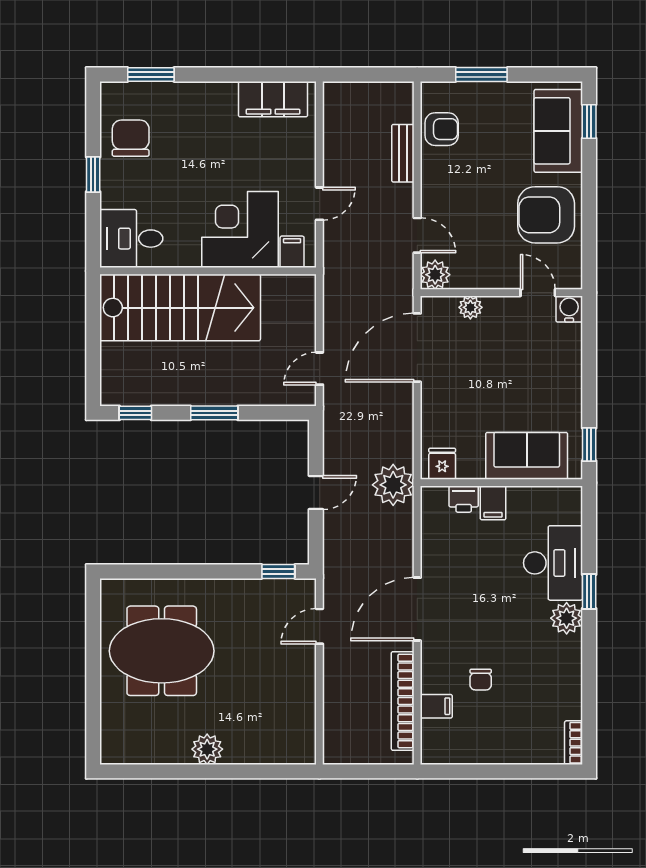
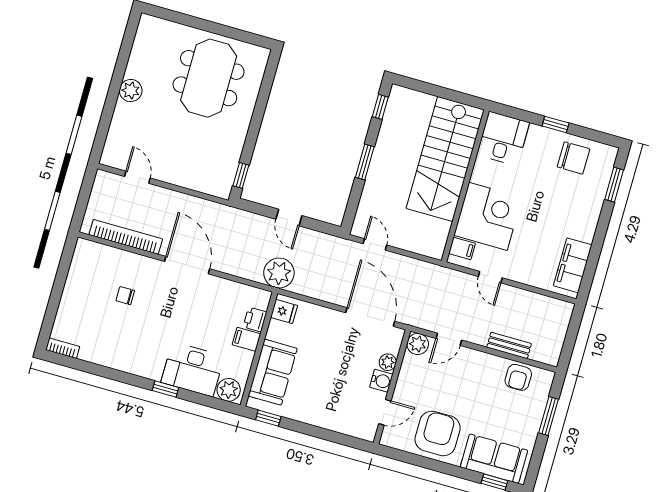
water cooler: (569, 309) -> (381, 381), moved
plant: (567, 618) -> (229, 390), moved
door: (319, 626) -> (137, 177), moved
filing cabinet: (436, 706) -> (115, 259), removed

